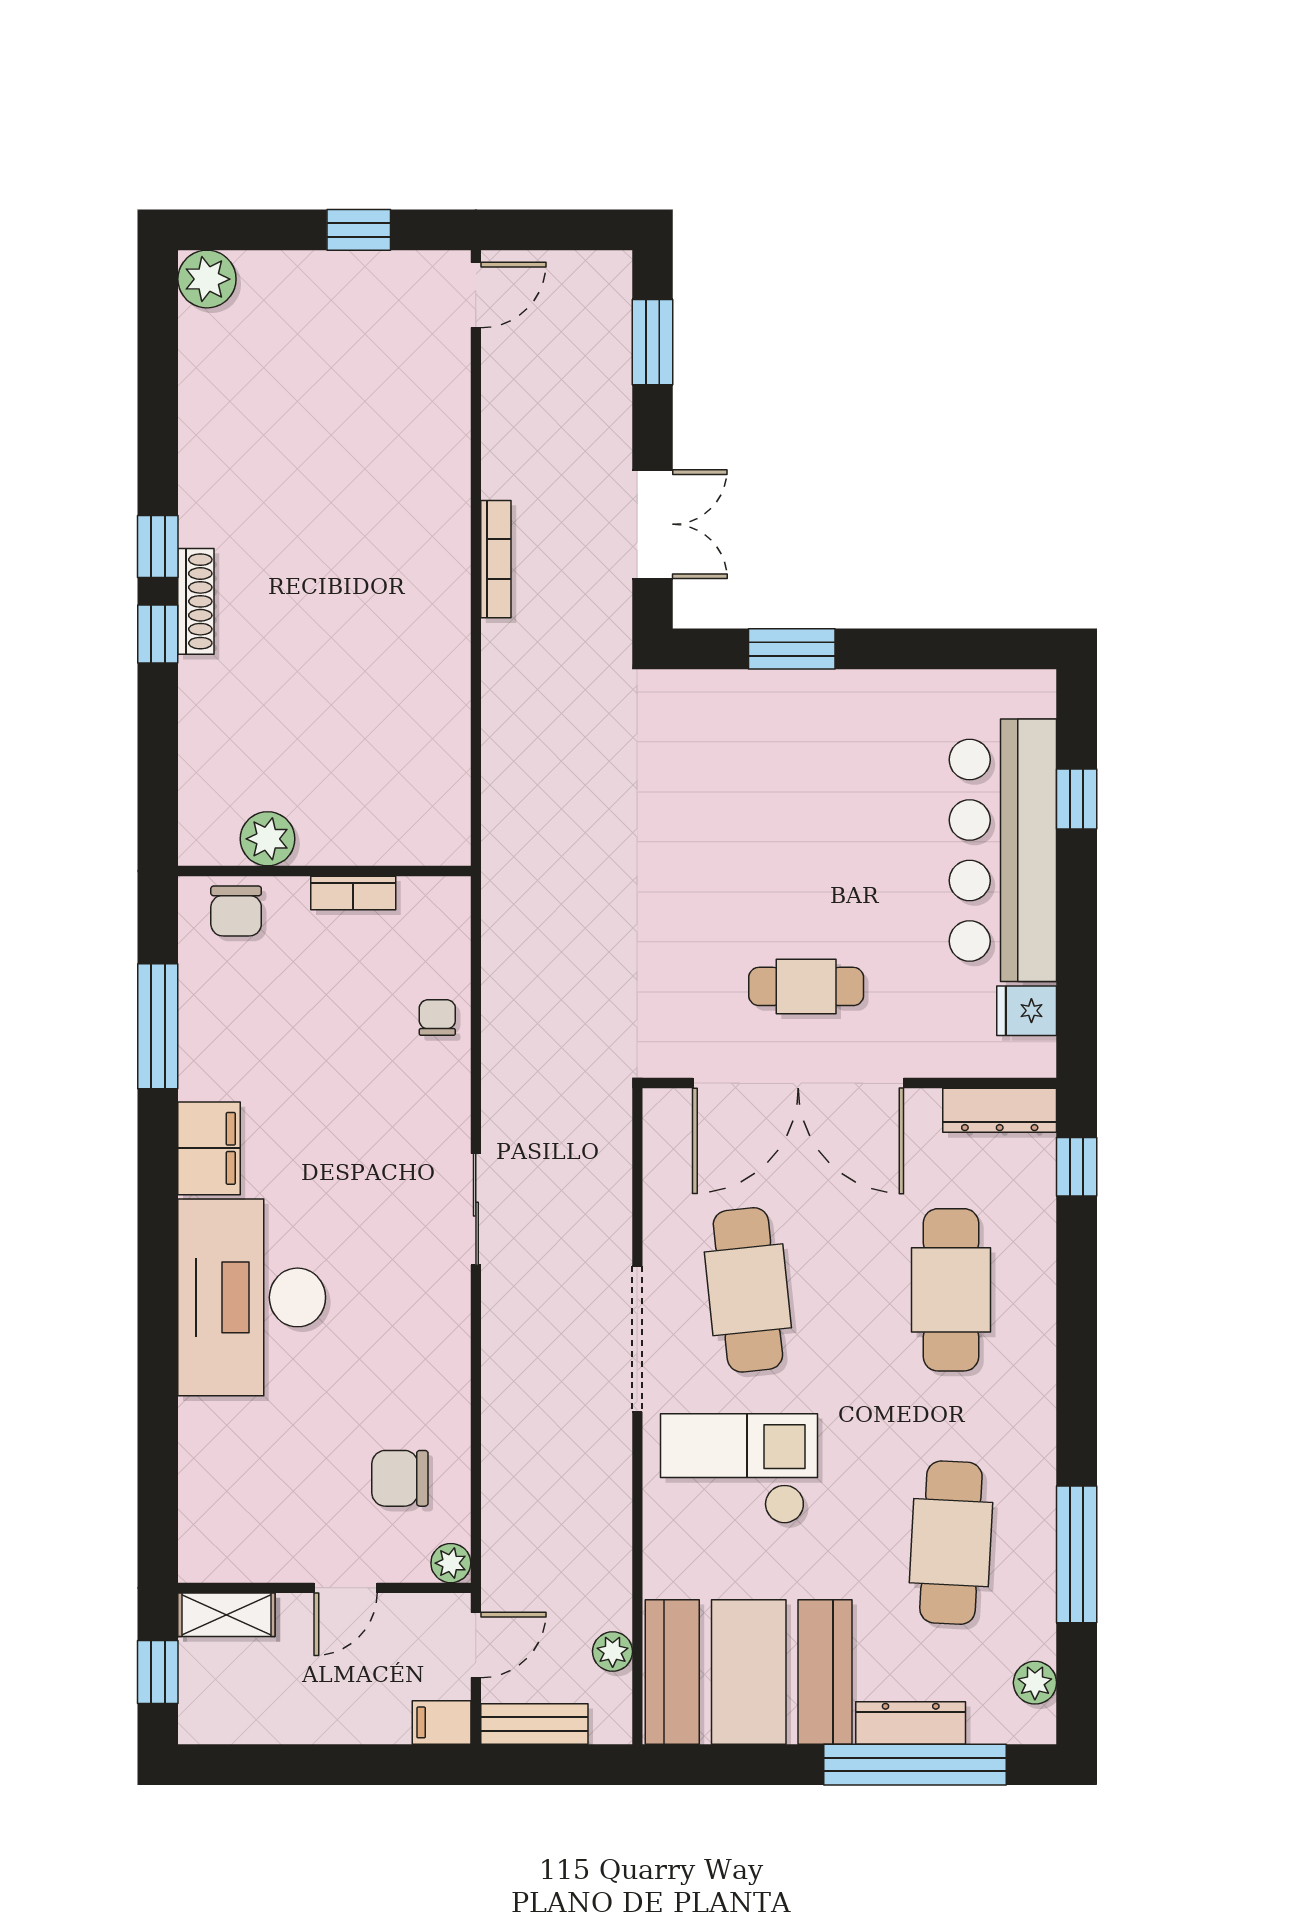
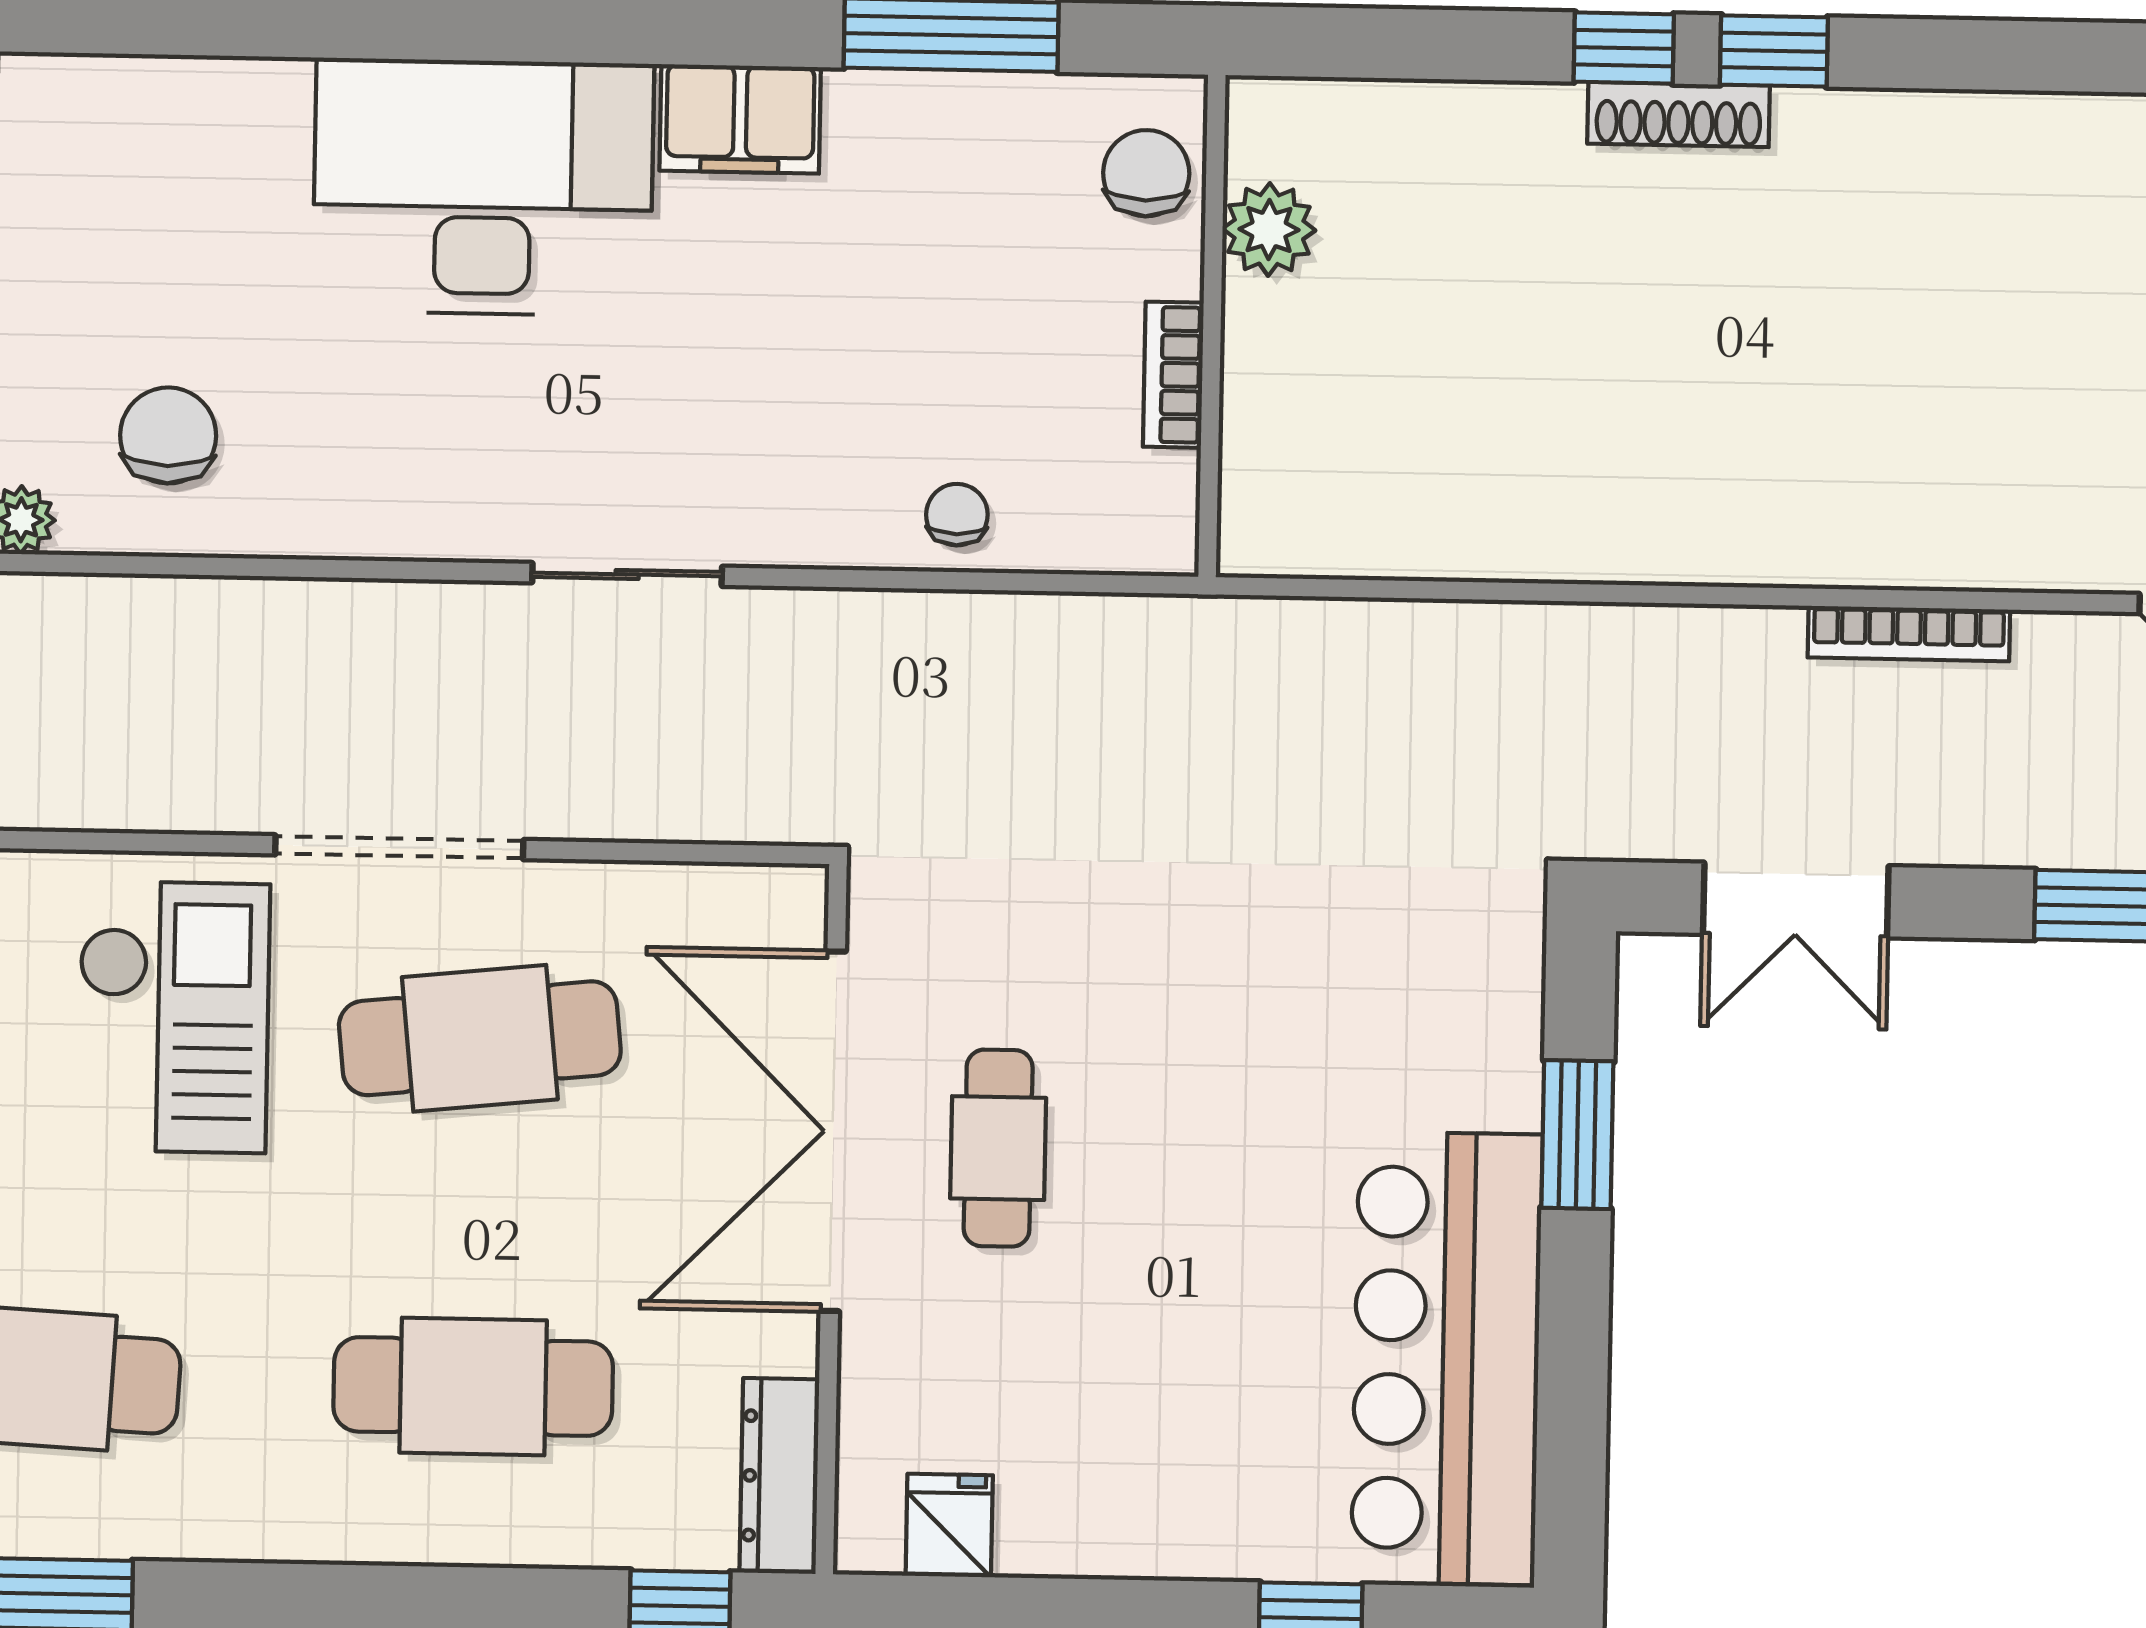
bookcase: (496, 559) -> (1909, 634), moved
bar counter: (1003, 850) -> (1447, 1358), moved, turned -90
chair: (236, 911) -> (1146, 173), turned 90
chair: (437, 1018) -> (957, 515), turned -90

